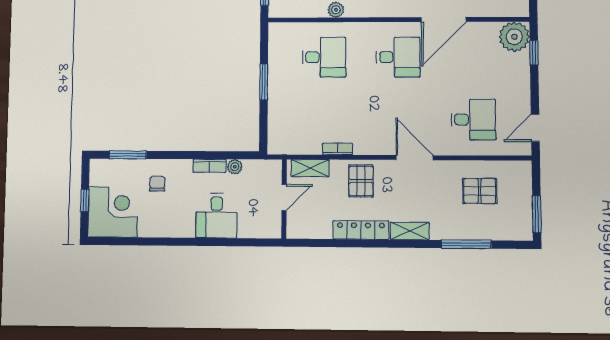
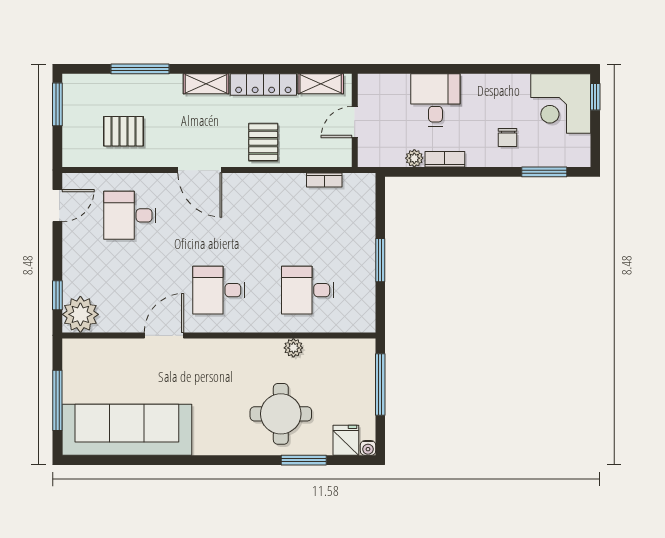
door: (444, 20) -> (164, 335), width x0.73
bookcase: (338, 149) -> (324, 180), moved
shelving: (310, 168) -> (321, 84), moved
window: (85, 200) -> (595, 97), moved

